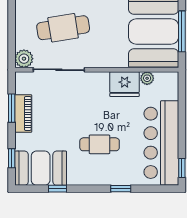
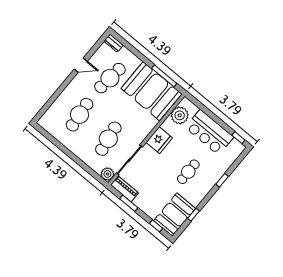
plant: (147, 78) -> (180, 115), width x1.88, depth x1.88
fridge: (125, 84) -> (159, 140), moved
piano: (23, 113) -> (124, 189), moved
bar counter: (161, 143) -> (209, 132), width x0.73

